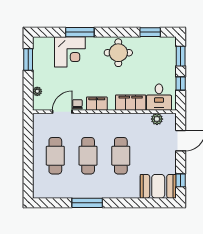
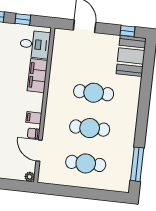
plant: (37, 91) -> (30, 177), moved
filing cabinet: (97, 104) -> (34, 118), width x0.50
plant: (157, 119) -> (58, 49), removed
window: (87, 203) -> (137, 164), moved

